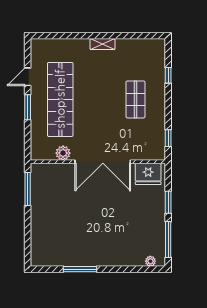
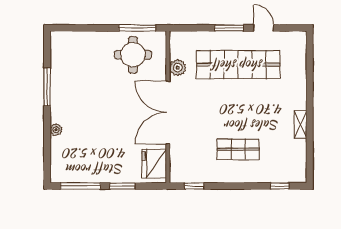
shelving: (102, 44) -> (300, 124), moved
window: (168, 75) -> (280, 186), moved
round table: (52, 193) -> (133, 55), added
plant: (150, 261) -> (56, 130), moved

